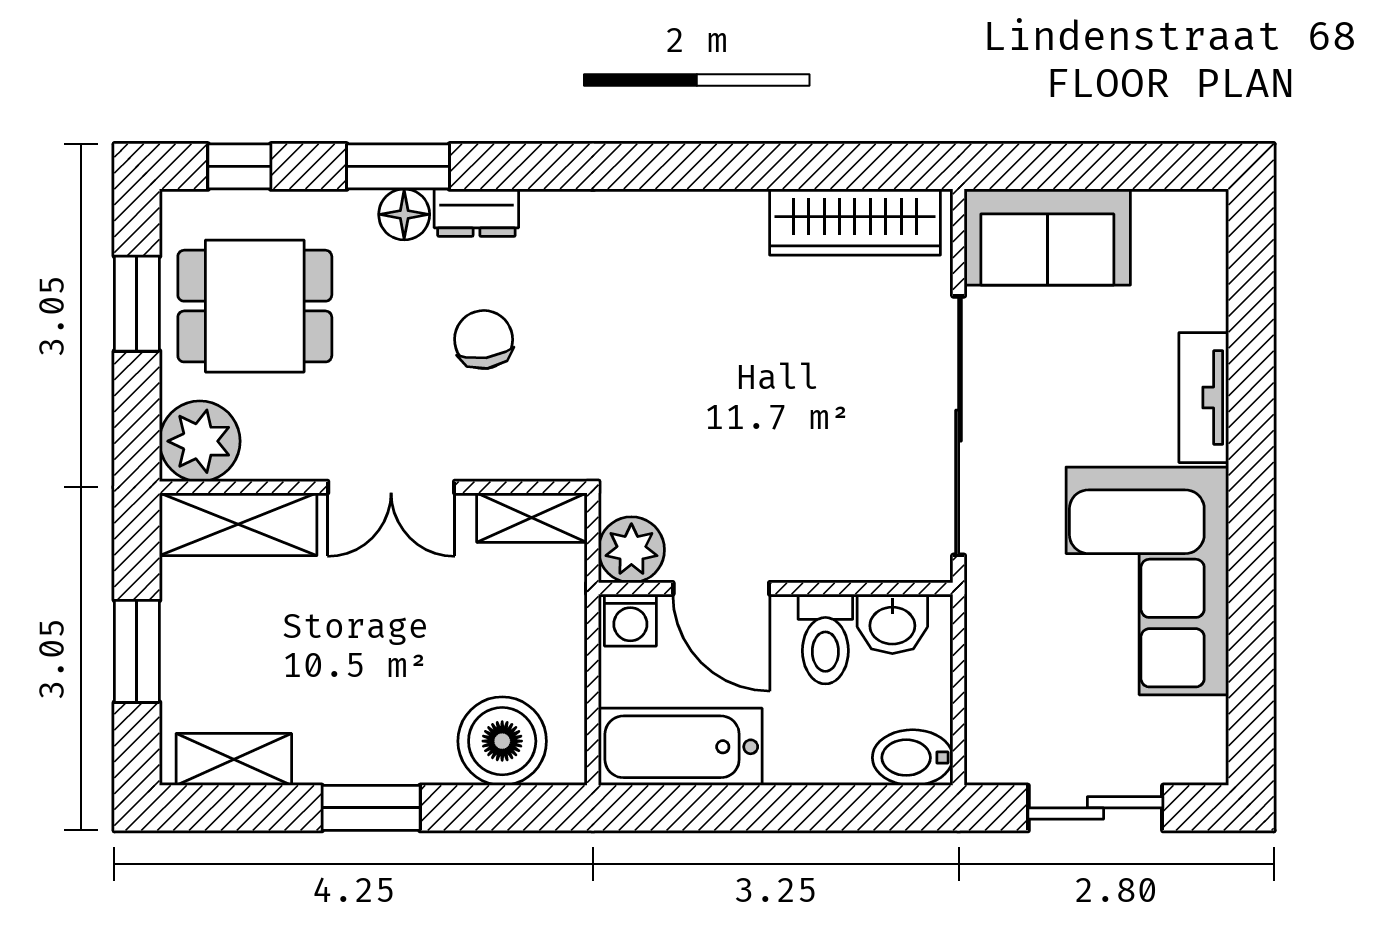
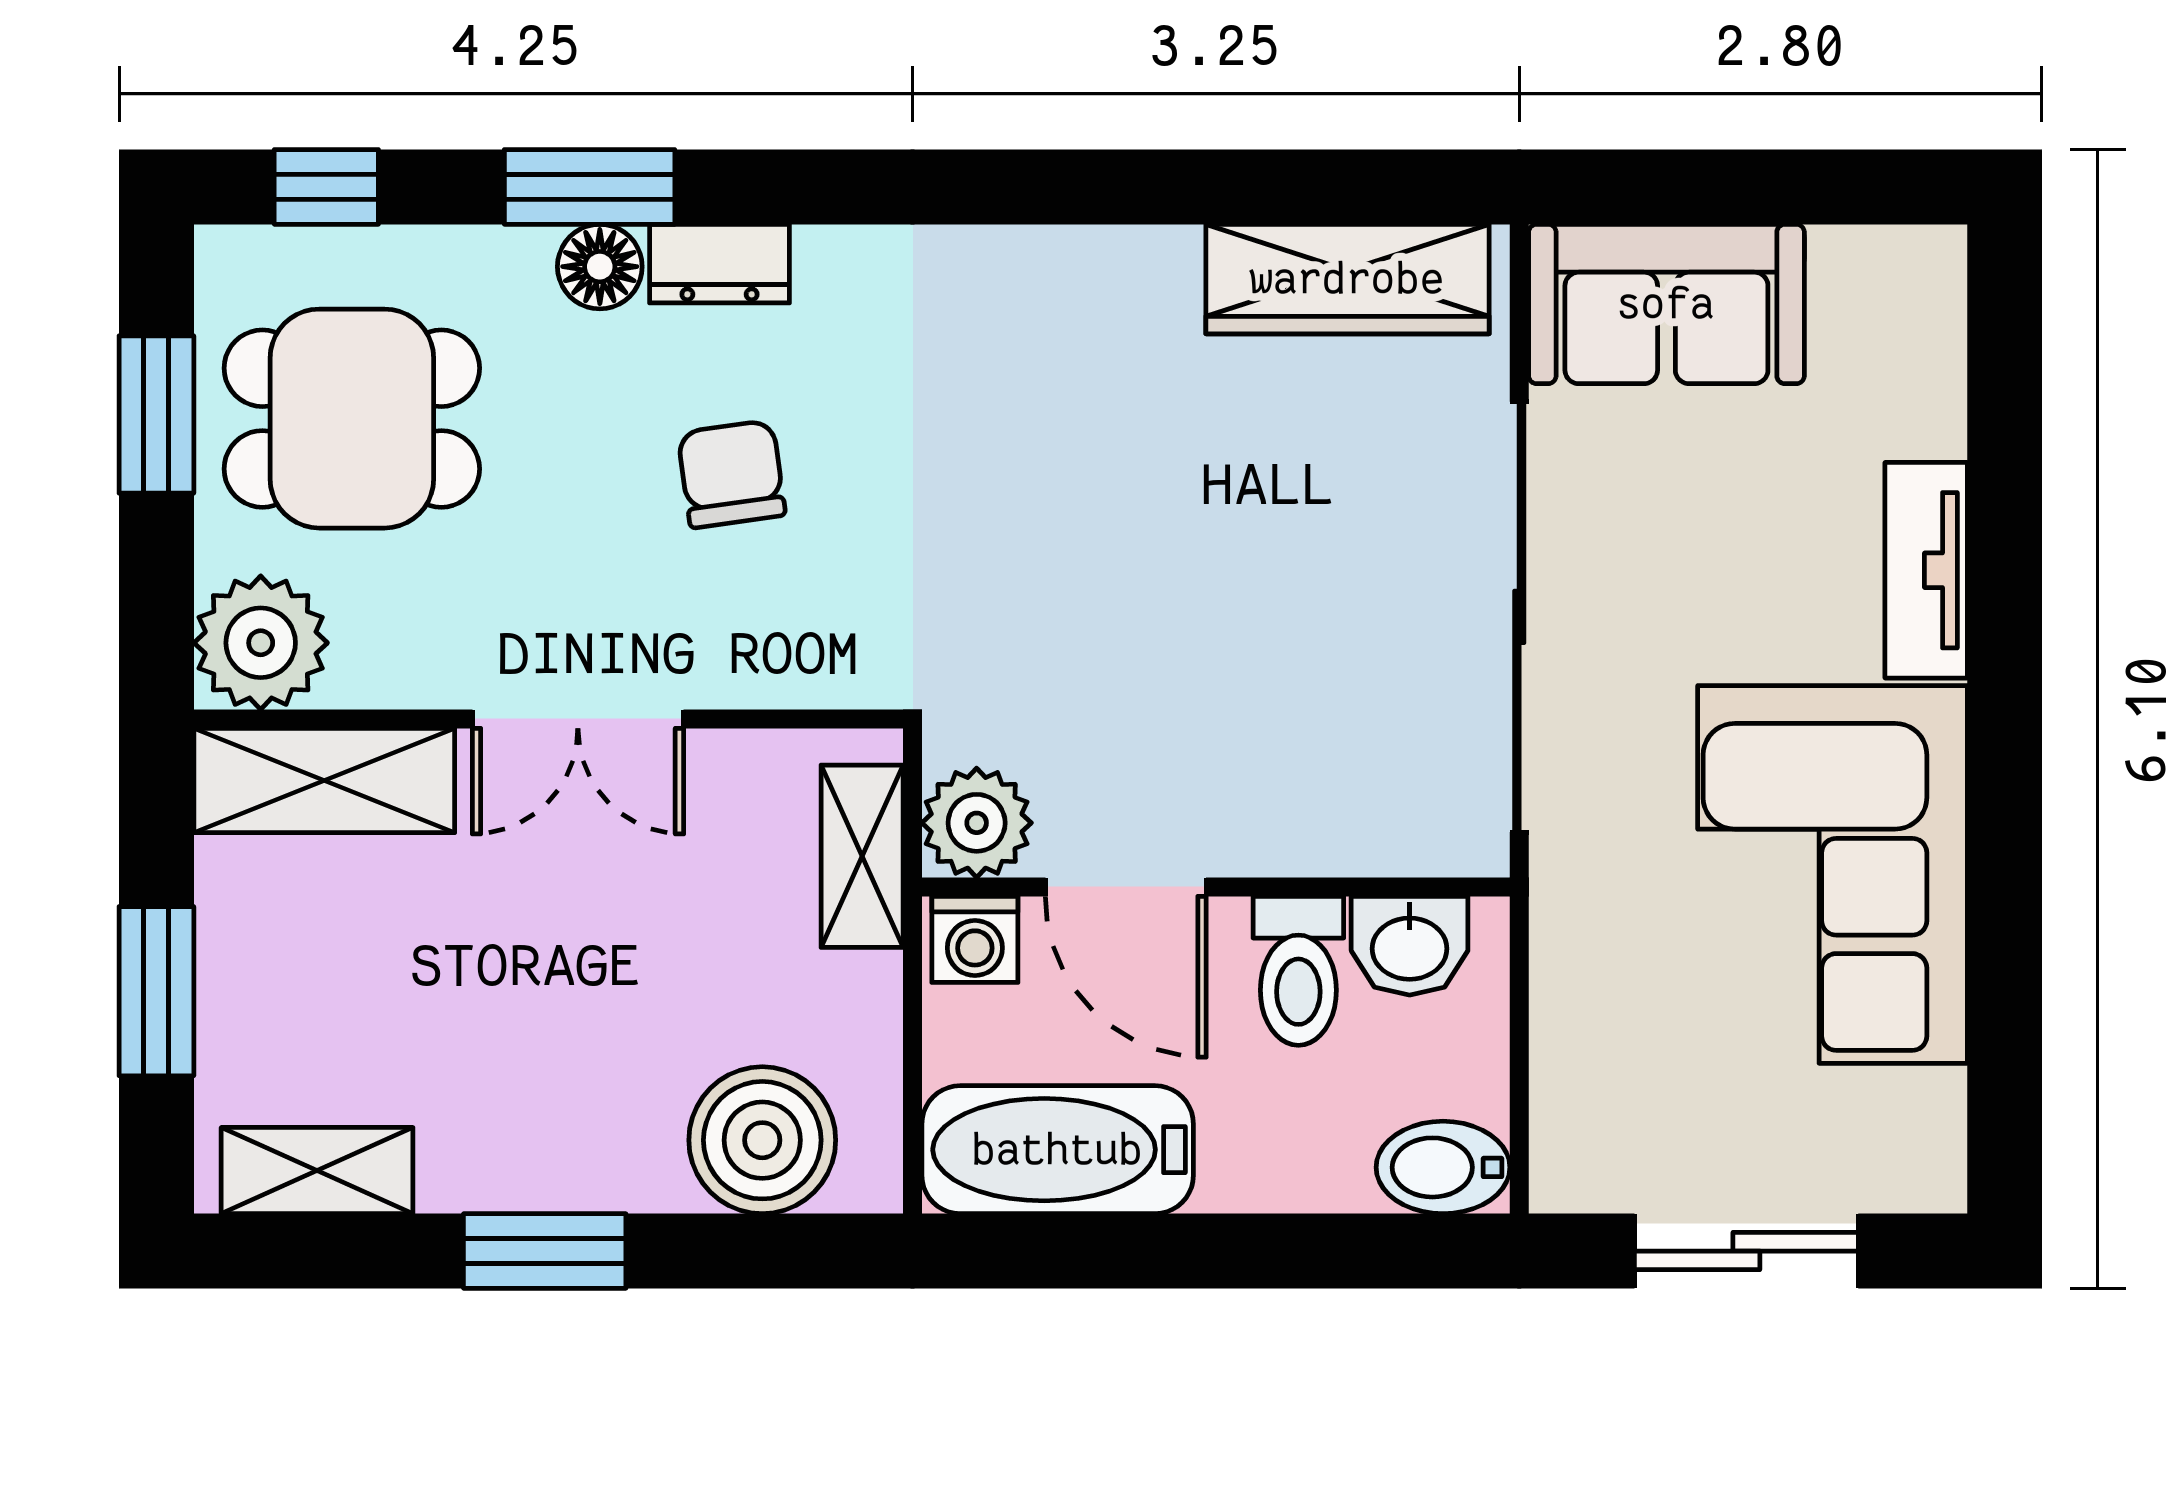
shelving: (532, 518) -> (862, 856), moved, turned 90

